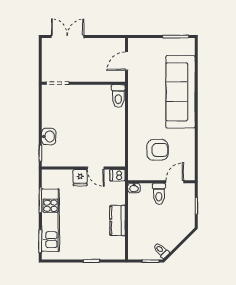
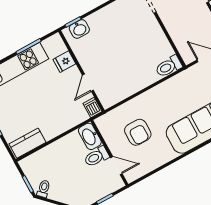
washbasin: (49, 136) -> (79, 29), moved
fridge: (80, 178) -> (64, 62), moved
washbasin: (134, 188) -> (90, 136), width x1.91, depth x1.45
kitchen counter: (118, 220) -> (28, 143), moved

